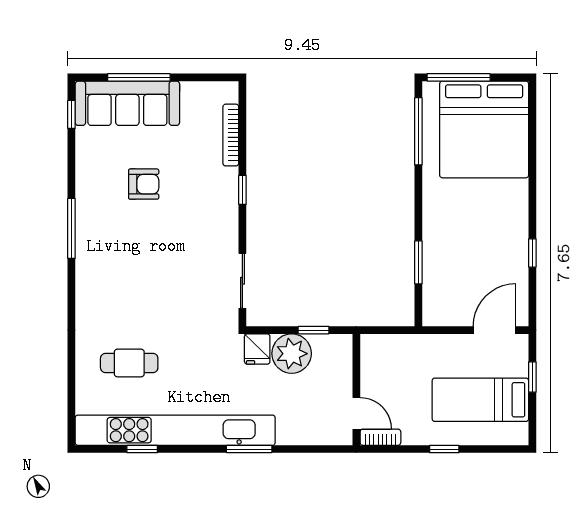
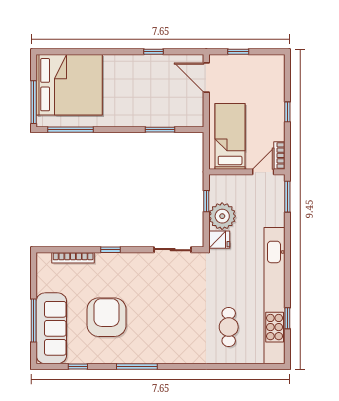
window: (71, 114) -> (78, 366), moved
armchair: (144, 184) -> (107, 317), width x1.88, depth x1.88
bed: (480, 400) -> (230, 136), moved, turned 180
window: (249, 449) -> (287, 197), moved

